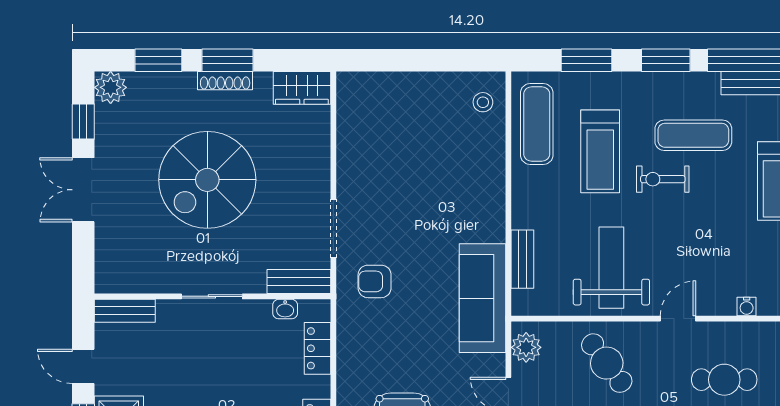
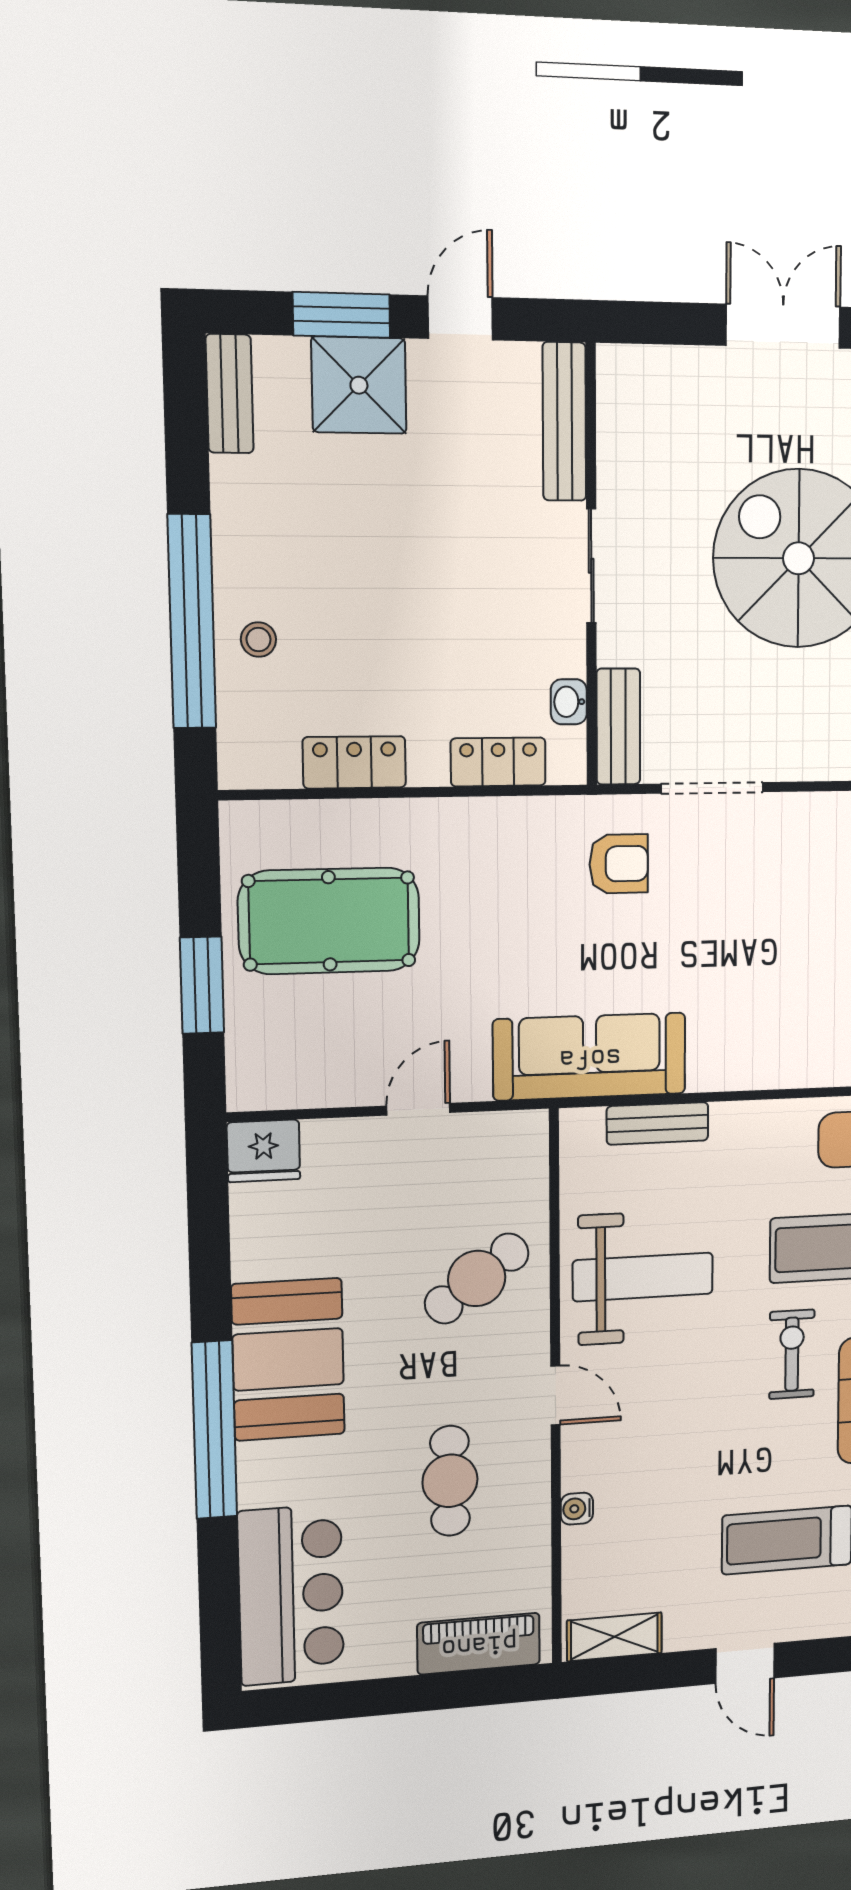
armchair: (375, 281) -> (619, 864), turned 90
bench: (125, 311) -> (564, 422), width x1.36
plant: (526, 347) -> (503, 1137), removed

